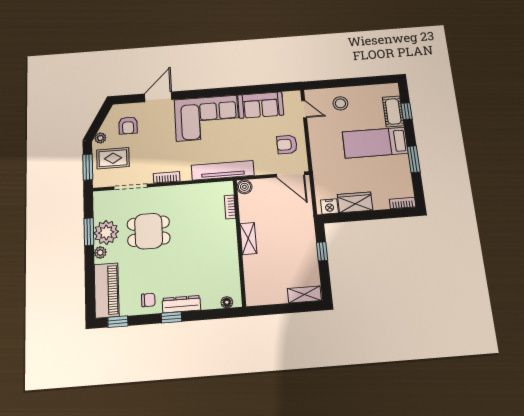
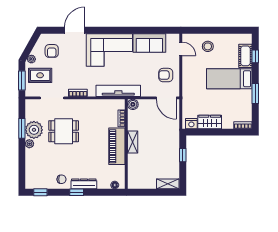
piano: (107, 290) -> (117, 146), moved, turned 180

